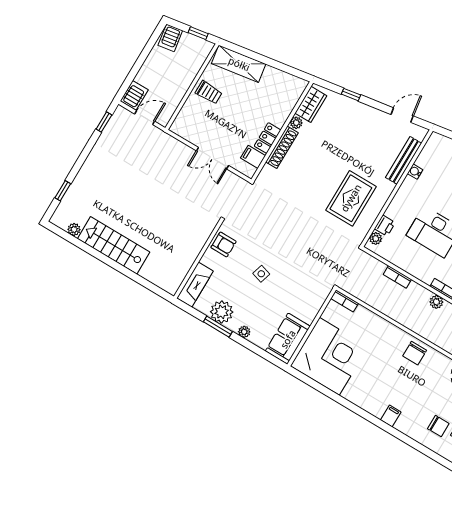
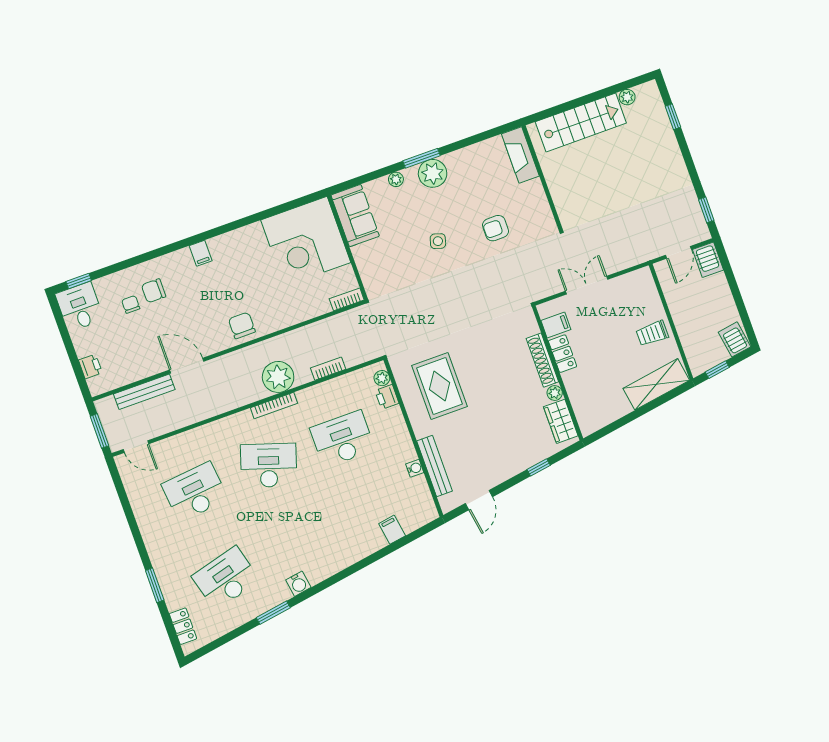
wall: (198, 259) -> (542, 178), moved
fireplace: (195, 285) -> (520, 155), moved
plant: (436, 302) -> (278, 377), width x1.88, depth x1.88

